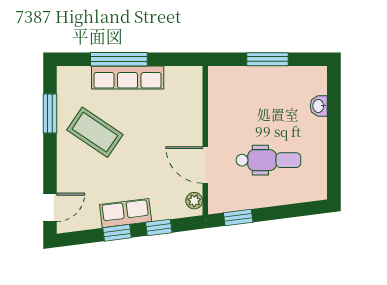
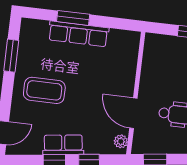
window: (119, 59) -> (73, 18), width x0.69
coffee table: (95, 132) -> (44, 90), moved, turned -34

